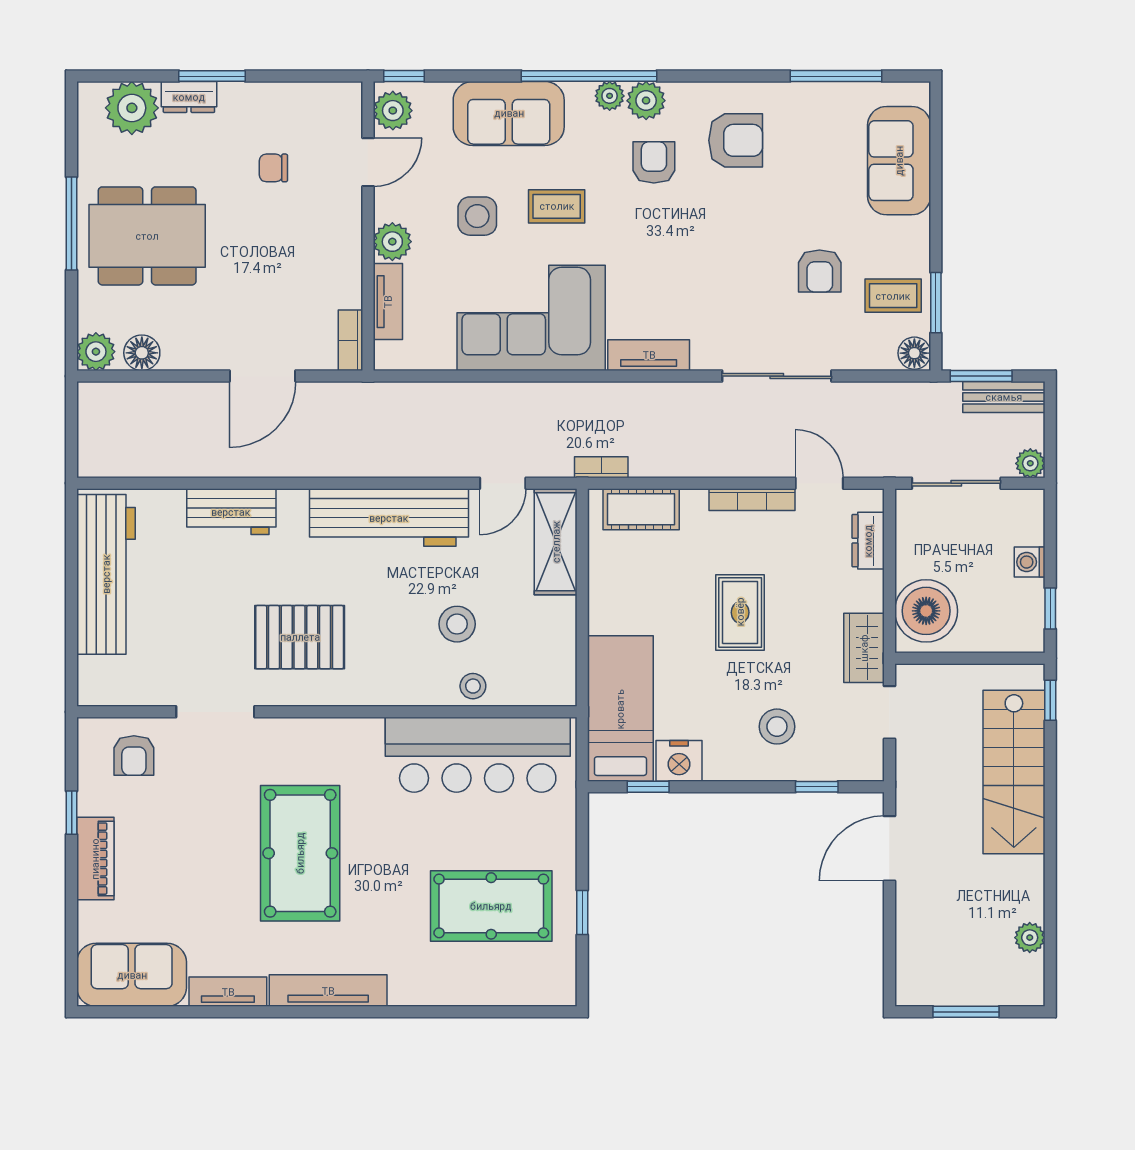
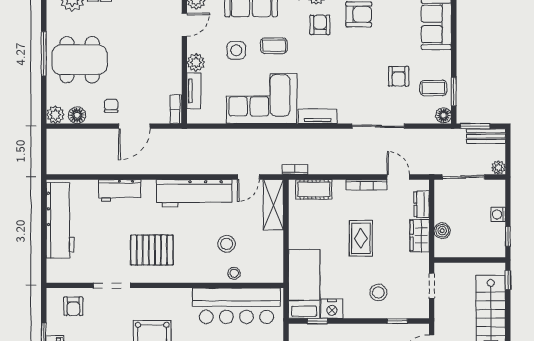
chair: (273, 168) -> (111, 106), moved, turned 90
boiler: (926, 611) -> (442, 231), width x0.54, depth x0.54
wardrobe: (864, 648) -> (420, 236), moved

